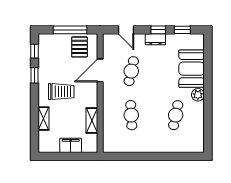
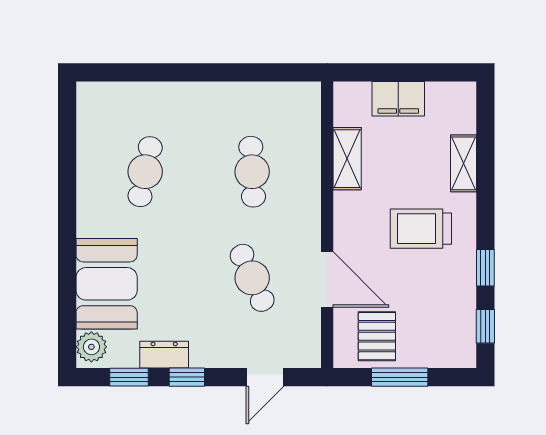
window: (70, 30) -> (400, 377), width x0.69
door: (126, 30) -> (265, 377), swing flipped
dresser: (155, 39) -> (164, 355), moved
door: (100, 70) -> (327, 280), hinge flipped
cafe table: (131, 71) -> (252, 278), turned -36
plant: (198, 95) -> (91, 347), moved

